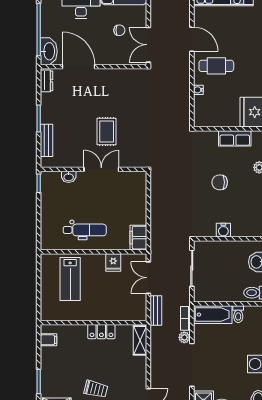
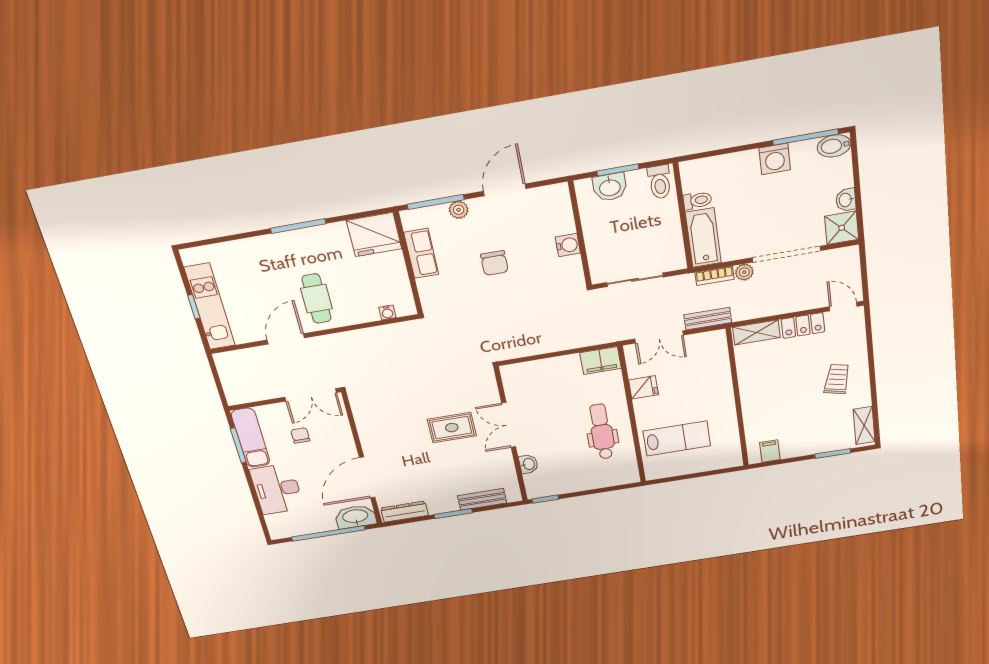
dresser: (46, 81) -> (404, 512), width x1.44
water cooler: (198, 90) -> (387, 312), moved
locker: (101, 332) -> (803, 326), moved, turned 90

